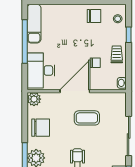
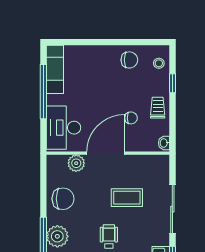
plant: (34, 99) -> (76, 163), moved
coffee table: (87, 118) -> (127, 198), moved

